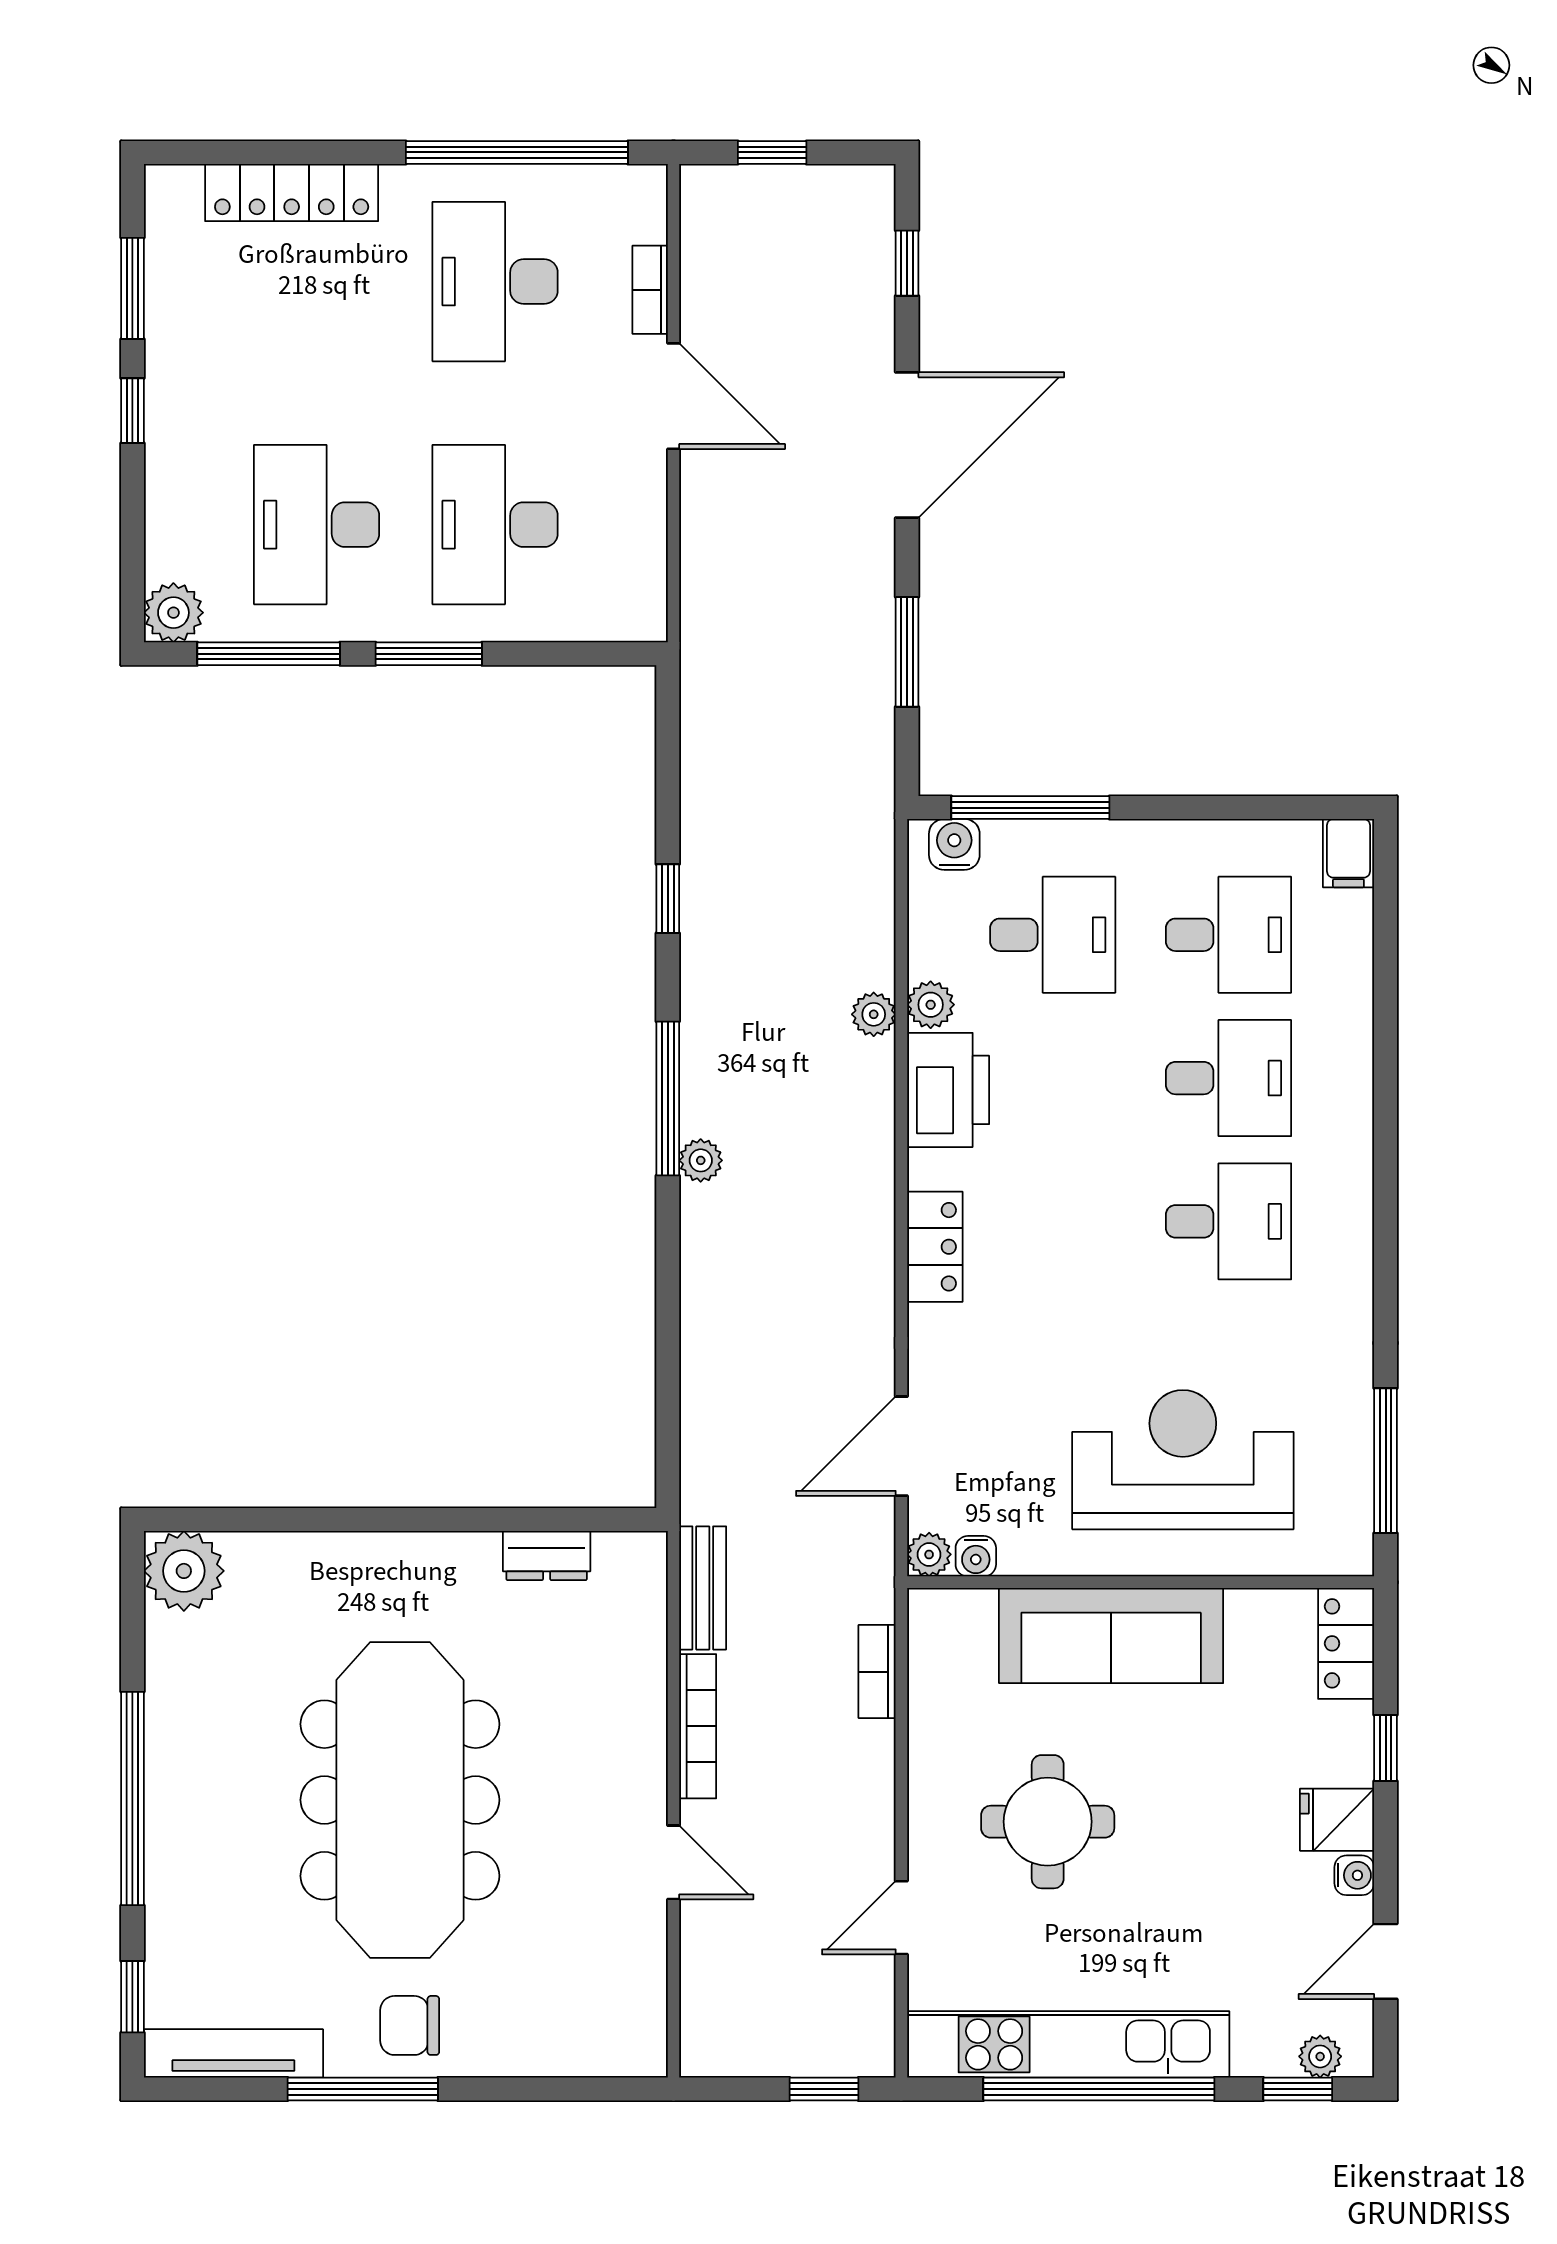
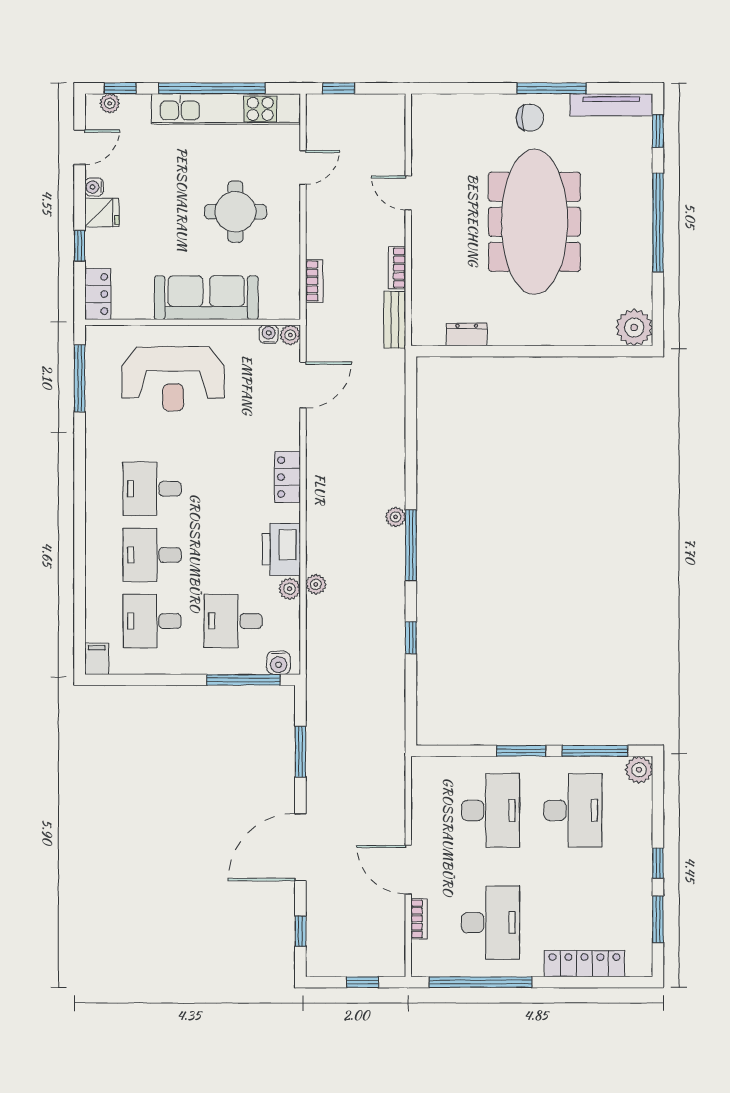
bookcase: (698, 1726) -> (397, 268), width x0.64

